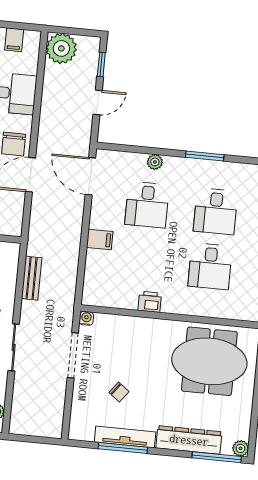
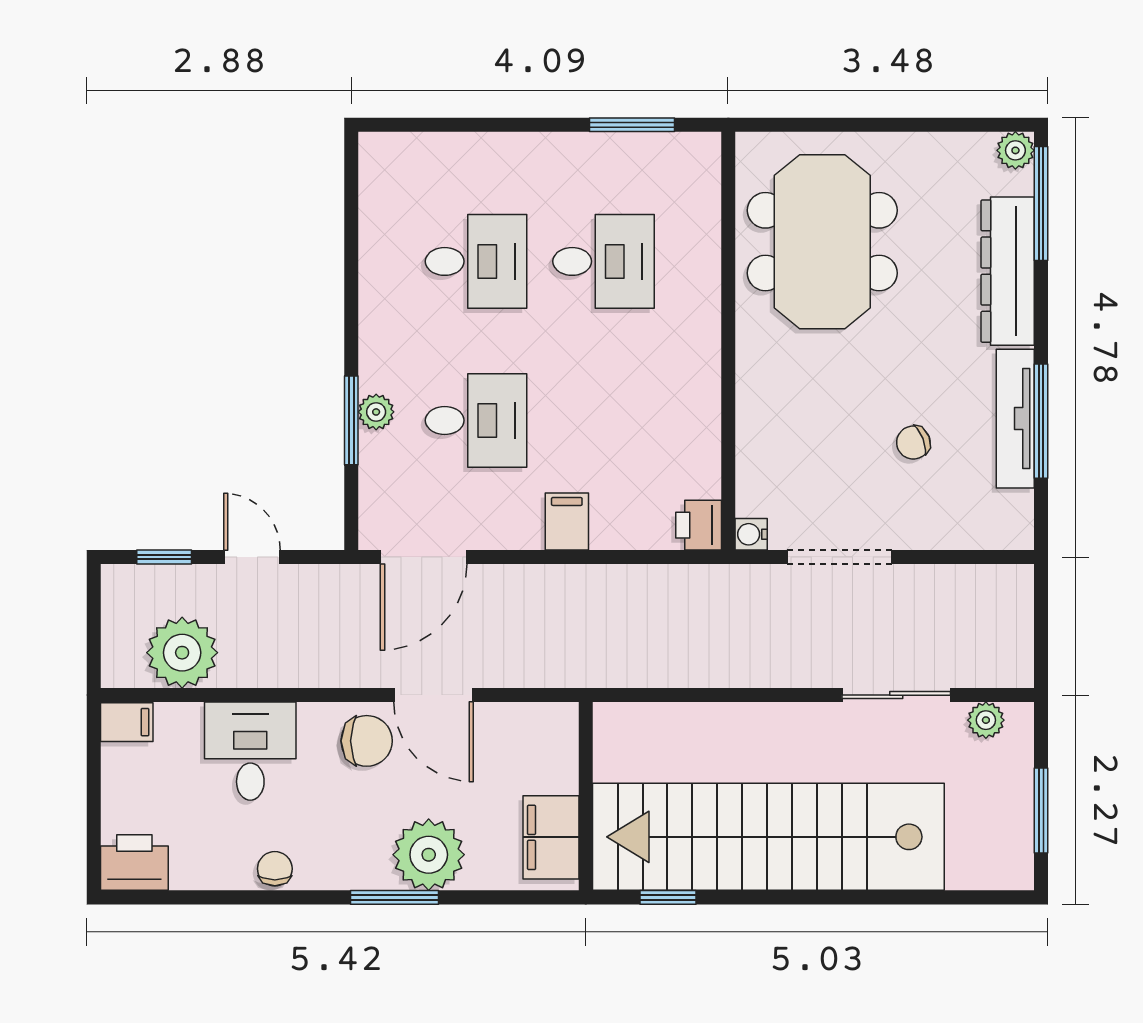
filing cabinet: (14, 40) -> (127, 722), moved
plant: (61, 48) -> (182, 653), moved
window: (205, 156) -> (351, 420), moved
bench: (32, 278) -> (671, 669), removed
printer: (150, 302) -> (699, 525), moved
sliding door: (14, 347) -> (896, 695), moved
chair: (119, 392) -> (913, 442), turned -149

